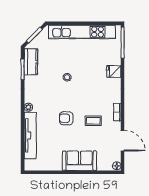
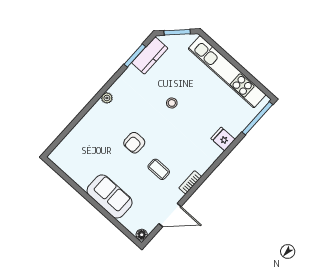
armchair: (66, 118) -> (134, 143), turned -90
tv unit: (30, 135) -> (83, 128), removed
door: (123, 141) -> (170, 215), hinge flipped

